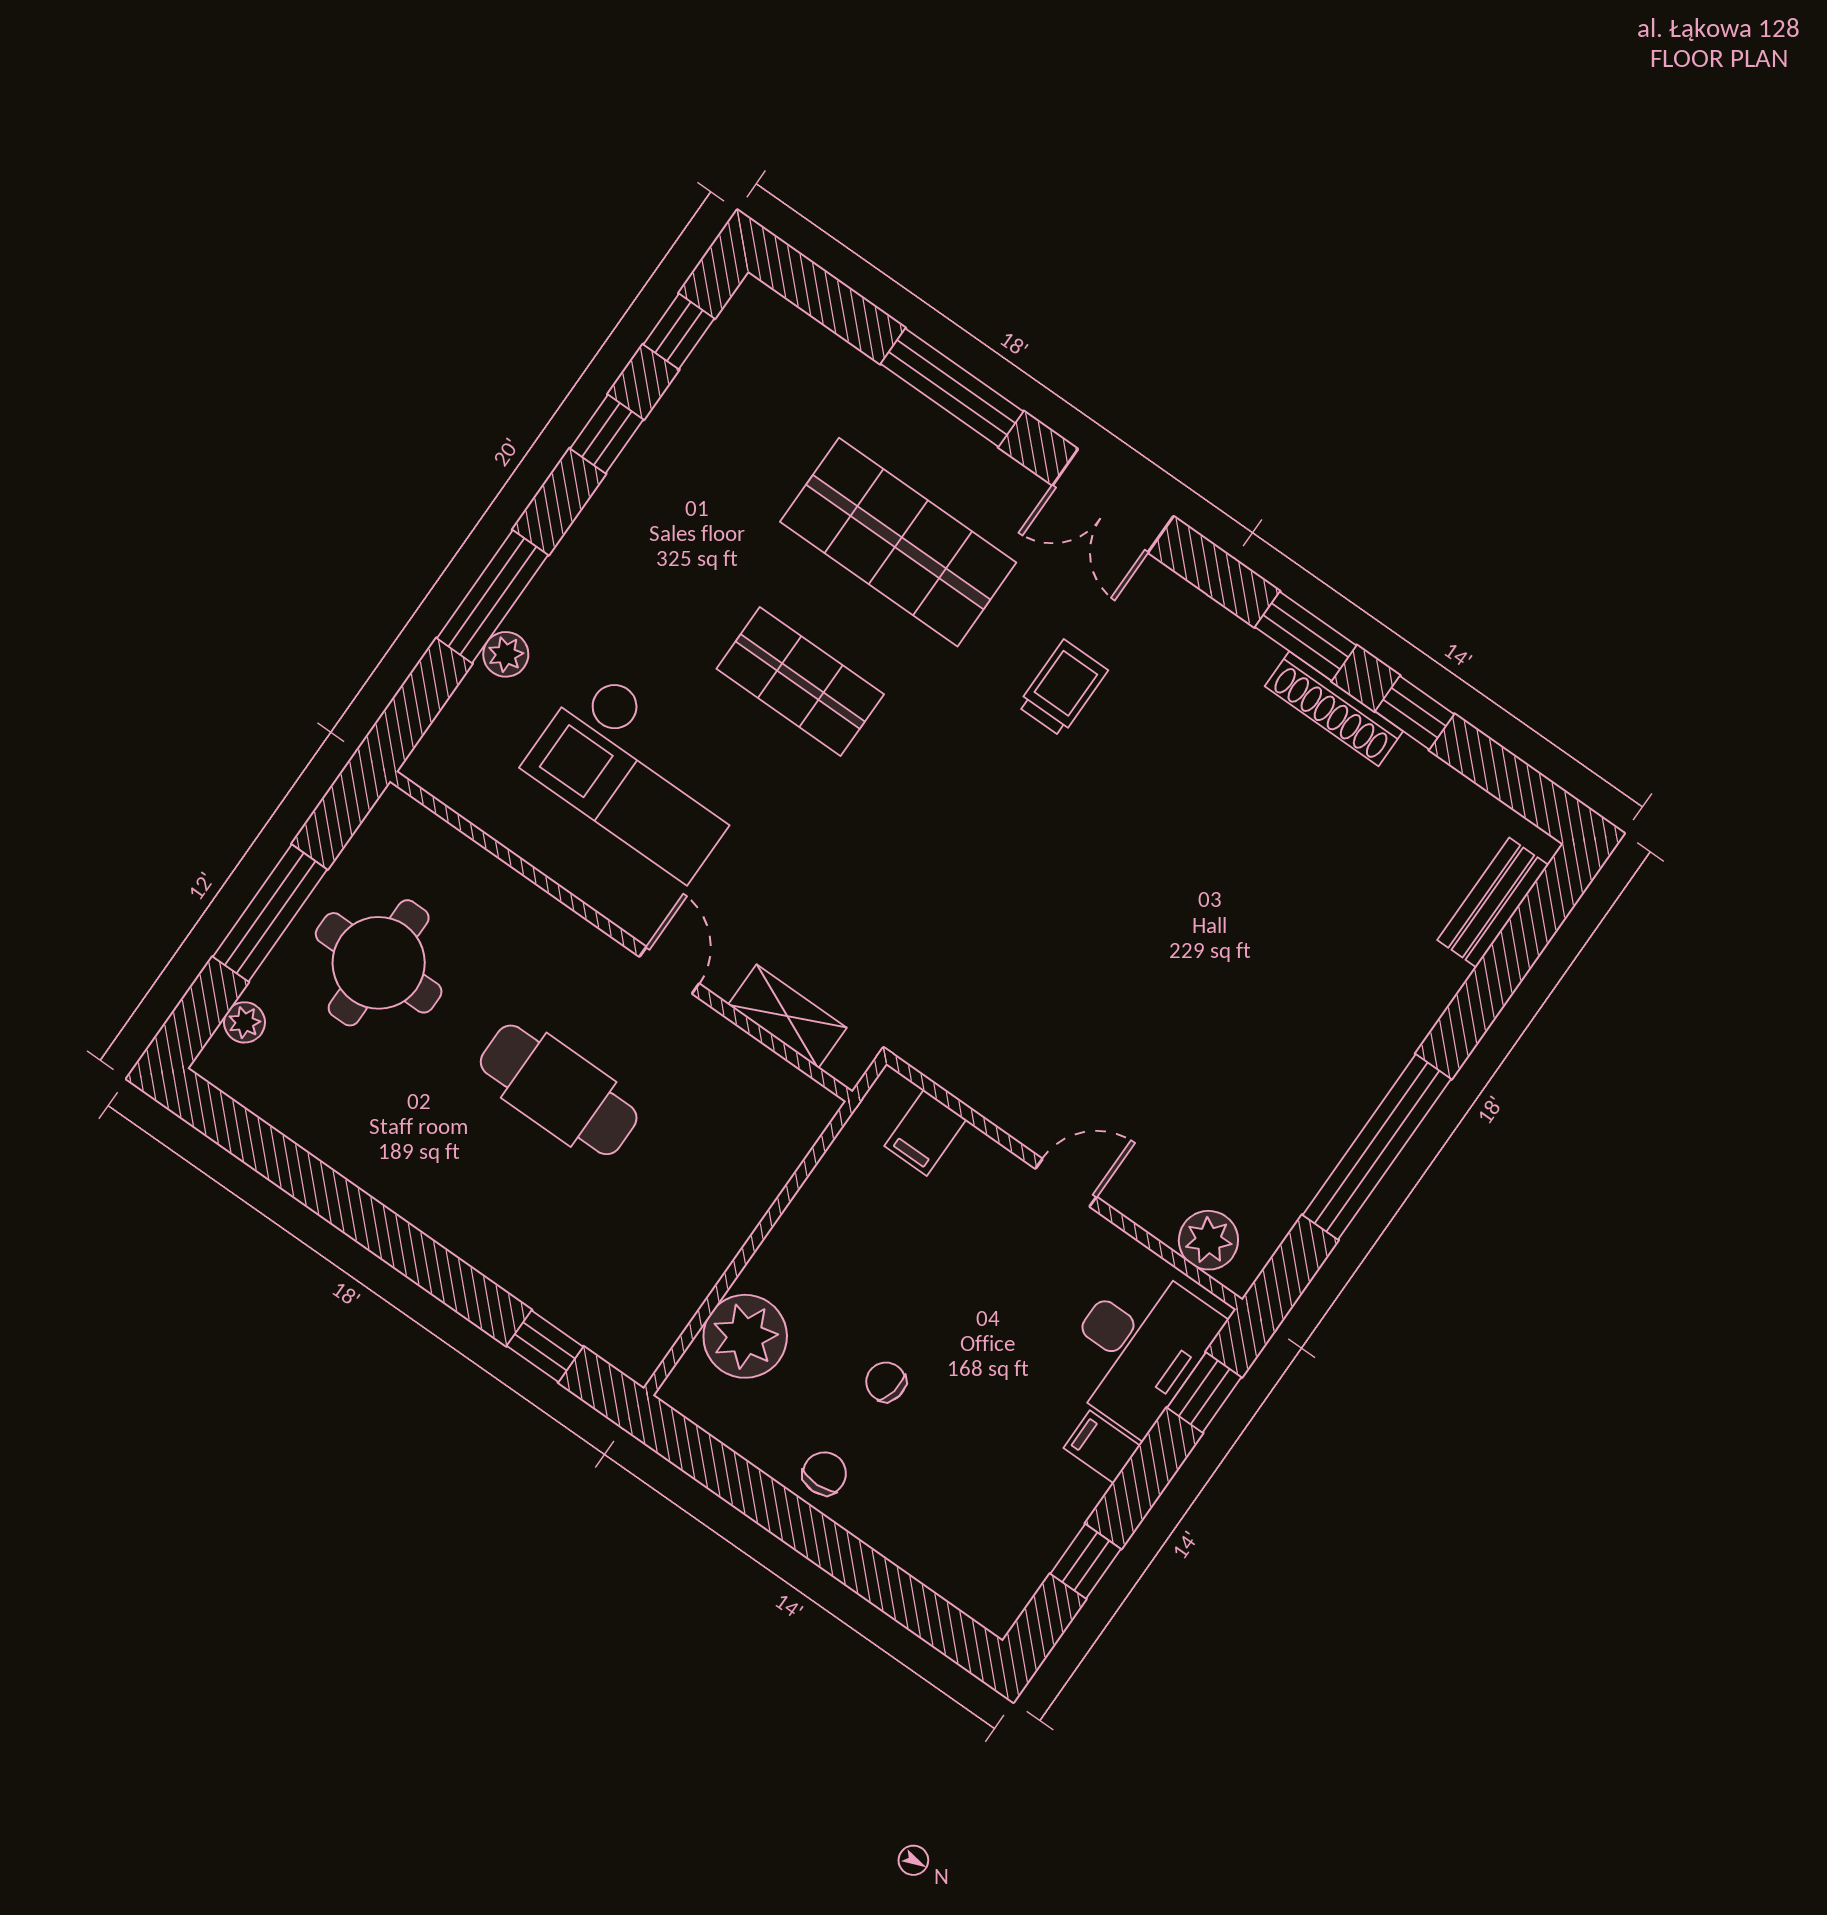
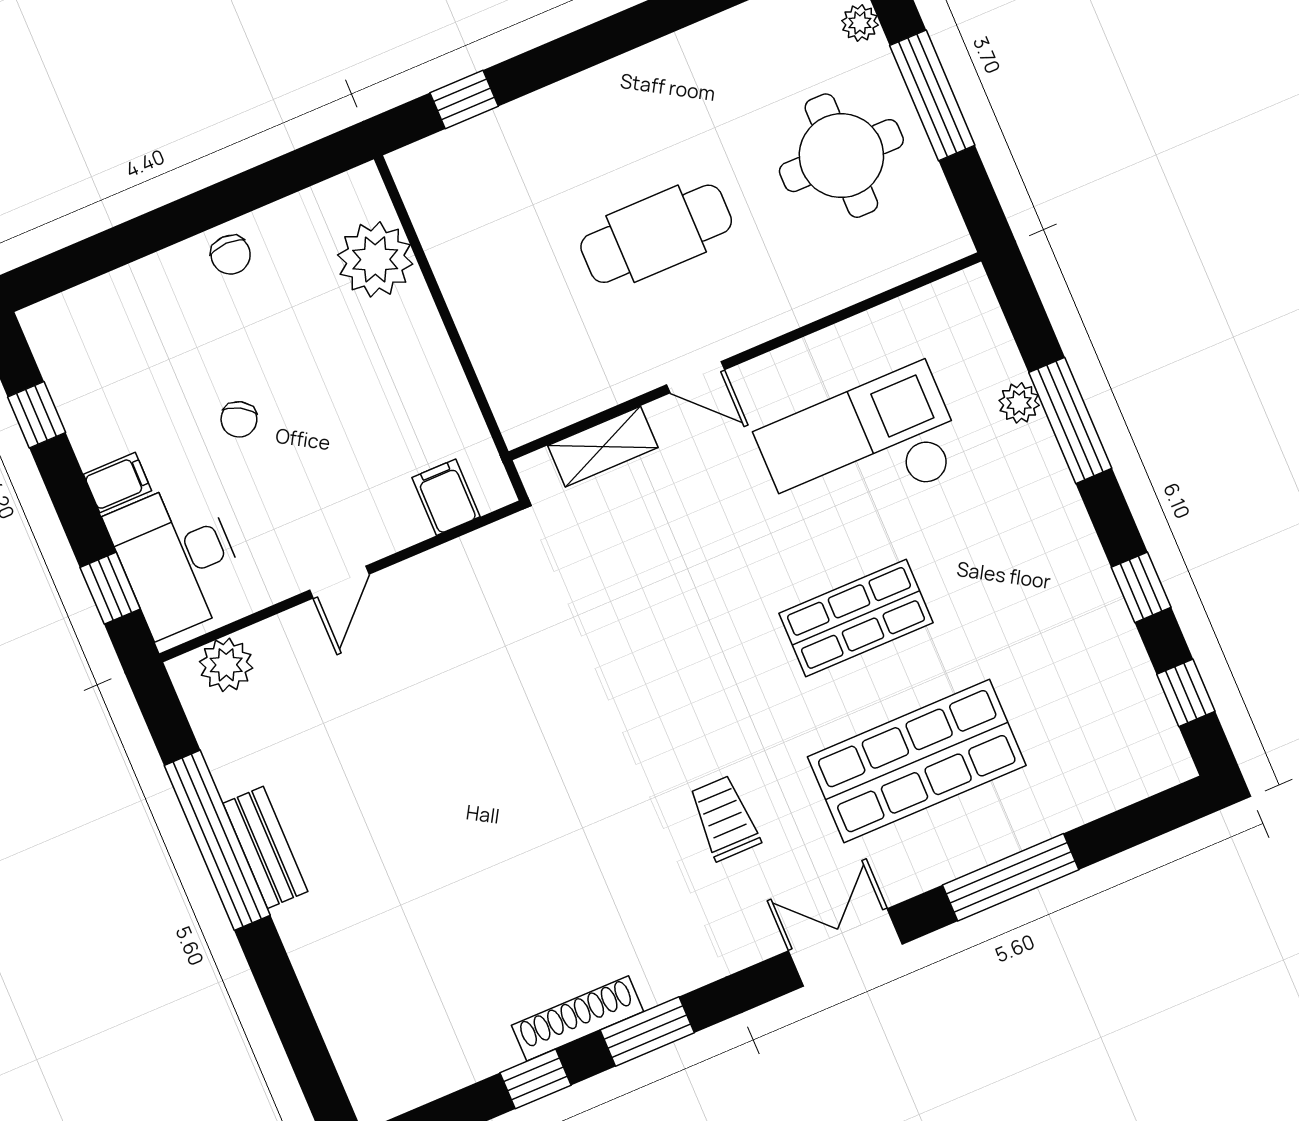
trolley: (1063, 688) -> (724, 818), turned 180
bench: (1493, 903) -> (265, 847), moved
chair: (886, 1382) -> (239, 419), moved, turned 109

